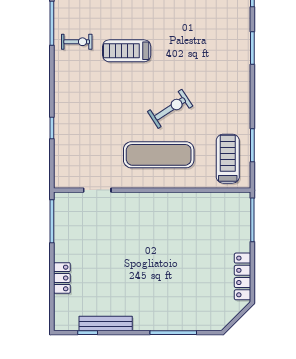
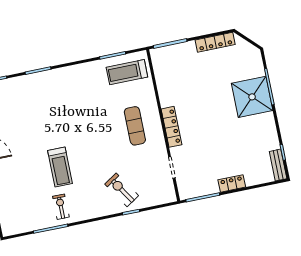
exercise bike: (170, 109) -> (122, 190), moved
exercise mat: (159, 155) -> (135, 126), width x0.73, depth x0.69
locker: (148, 200) -> (172, 127), added
locker: (62, 278) -> (232, 183), moved
shower: (165, 309) -> (252, 97), added
bench: (106, 324) -> (278, 165), moved, width x0.73

